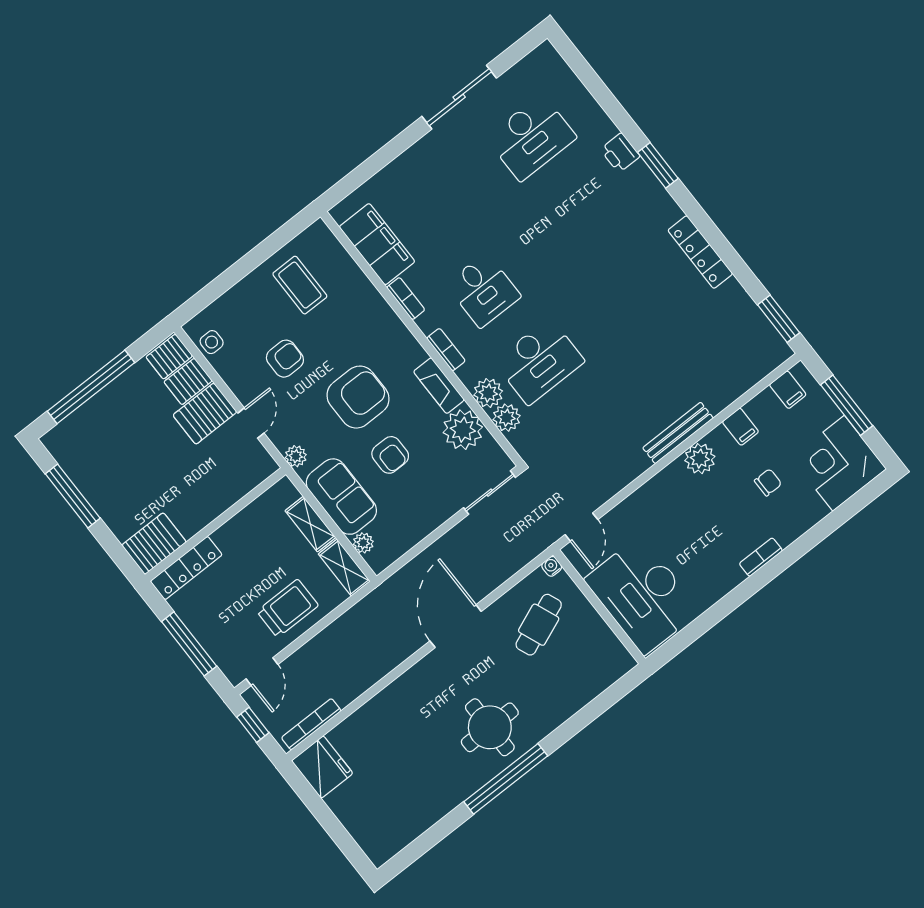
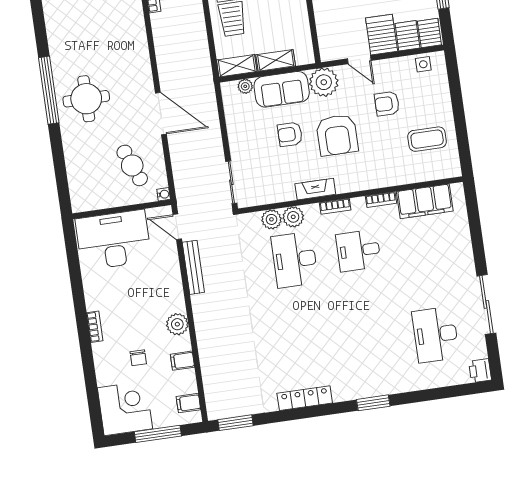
printer: (620, 153) -> (480, 371), moved, turned -90
armchair: (285, 359) -> (387, 104), turned 90
plant: (463, 430) -> (280, 188), removed
bench: (678, 433) -> (193, 267), moved
plant: (296, 456) -> (324, 82), width x1.88, depth x1.88

